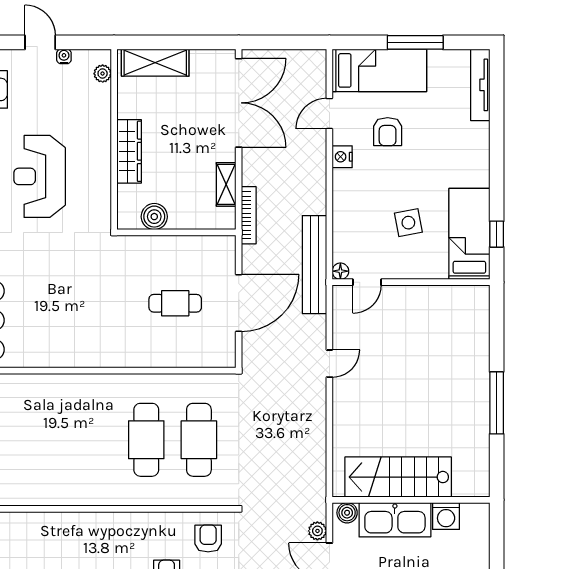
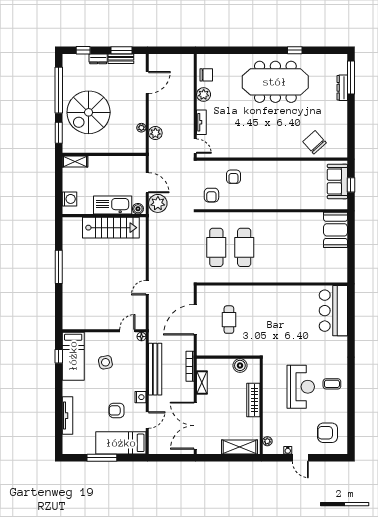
tv unit: (480, 85) -> (67, 416), moved
armchair: (388, 132) -> (116, 410), turned -90
bench: (314, 265) -> (155, 369), moved
cafe table: (175, 303) -> (229, 320), turned 90
washing machine: (446, 516) -> (69, 199), moved, turned 90
plant: (317, 531) -> (158, 203), width x1.87, depth x1.87

